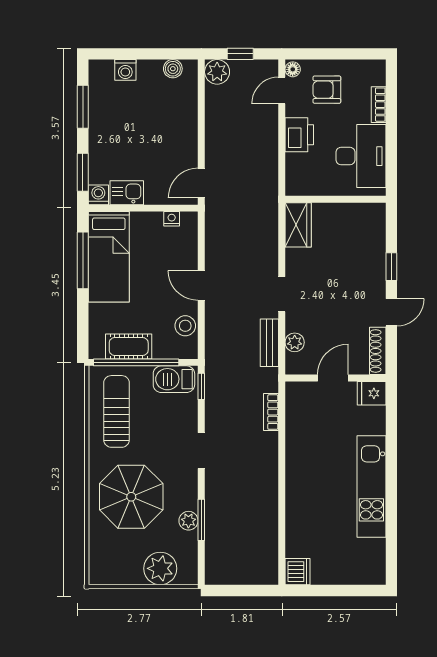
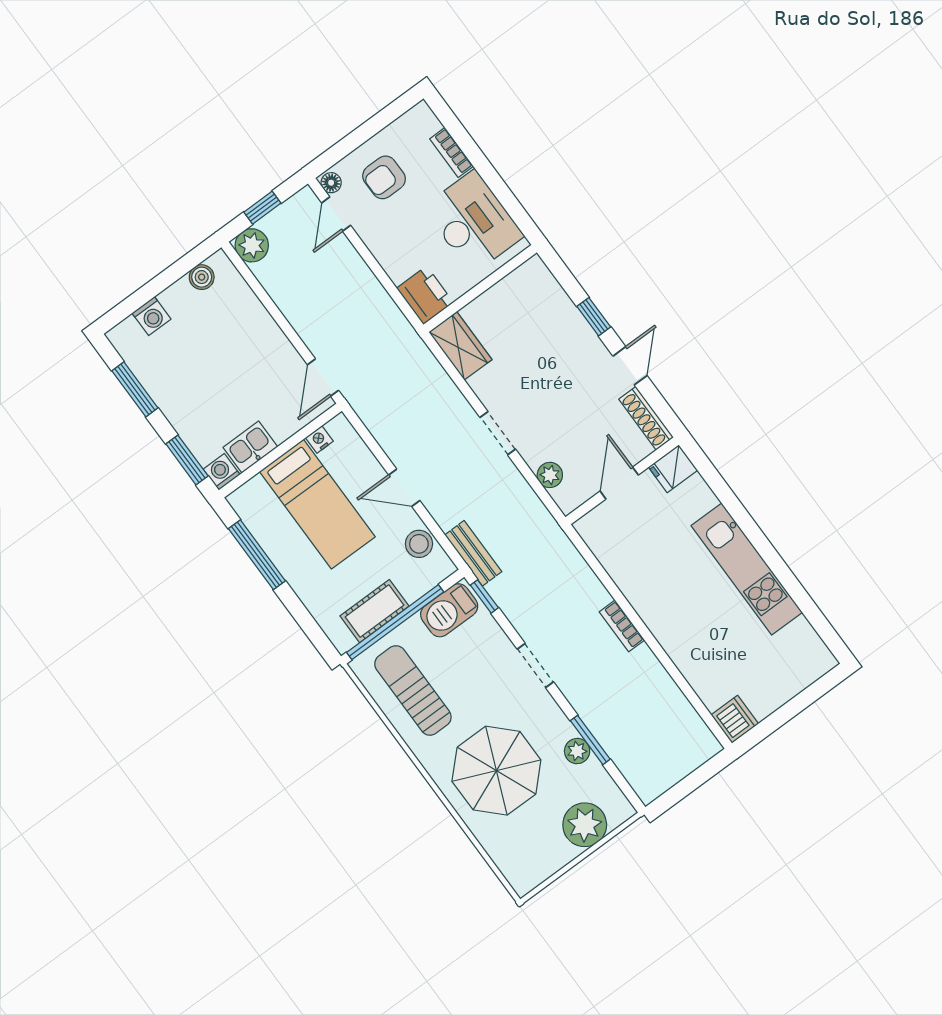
printer: (299, 135) -> (425, 295), moved
bed: (109, 257) -> (317, 504), moved
bench: (269, 343) -> (473, 553), moved
bookcase: (271, 412) -> (622, 626), moved

